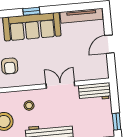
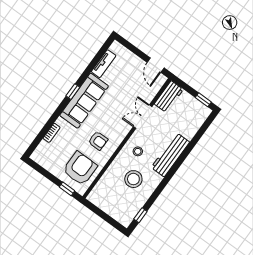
tv unit: (81, 16) -> (104, 64), width x0.71
door: (109, 44) -> (156, 65), moved

